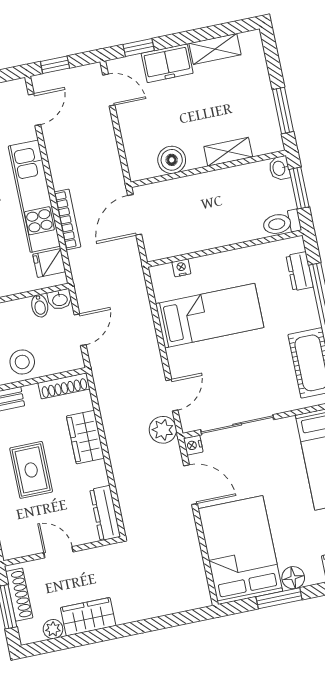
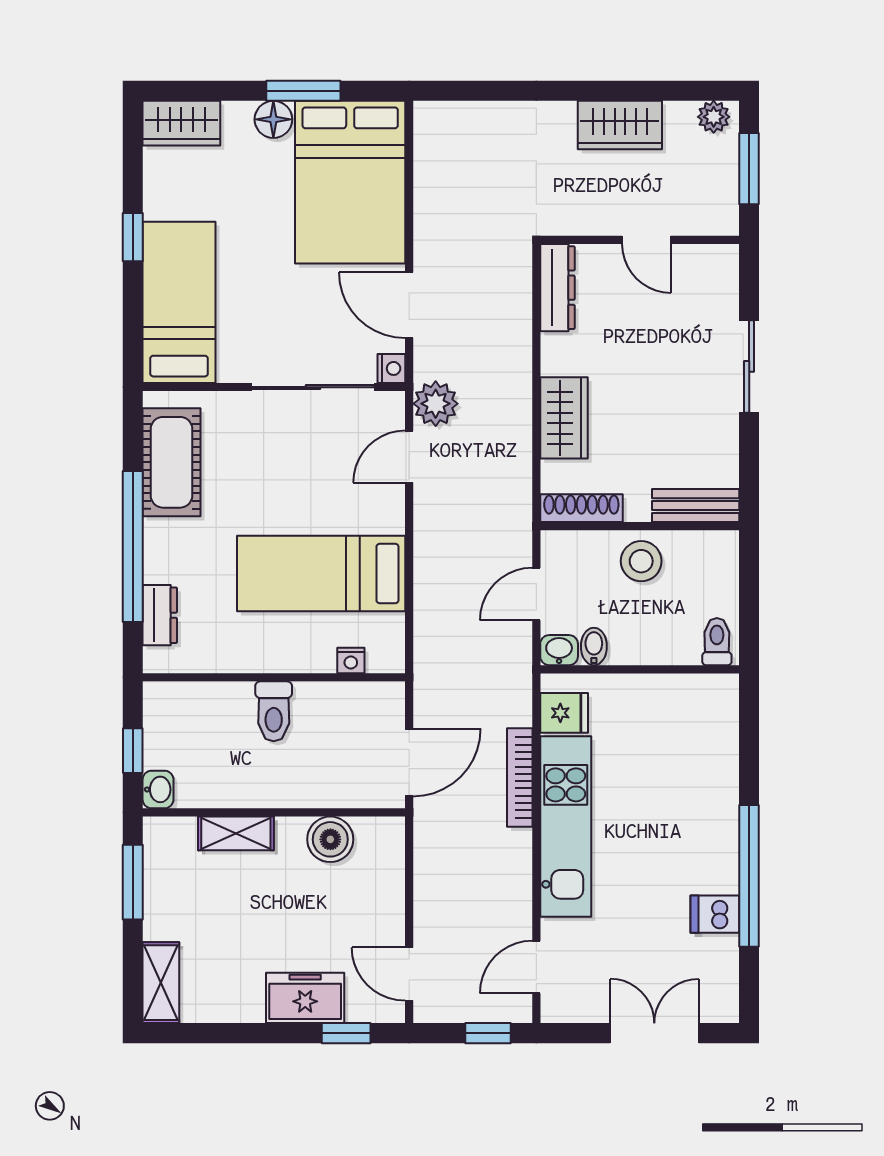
shelving: (215, 49) -> (161, 983), moved, turned 90
window: (299, 188) -> (133, 751), width x0.67
toilet: (282, 223) -> (274, 711), moved, turned 90
rug: (31, 470) -> (663, 383), removed
shoe rack: (19, 595) -> (725, 184), removed
plant: (53, 629) -> (714, 117), moved

